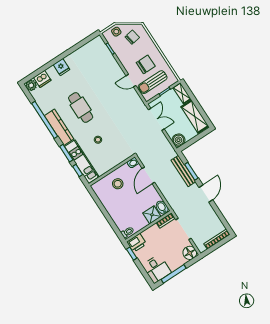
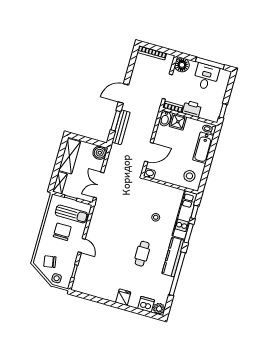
chair: (146, 64) -> (62, 232), turned 90
door: (131, 81) -> (82, 245), moved
cafe table: (81, 108) -> (142, 254), width x0.73, depth x0.74
stool: (118, 184) -> (189, 176), moved
bathtub: (118, 217) -> (203, 148), added
printer: (137, 243) -> (192, 109), moved
desk: (157, 269) -> (206, 77), moved

